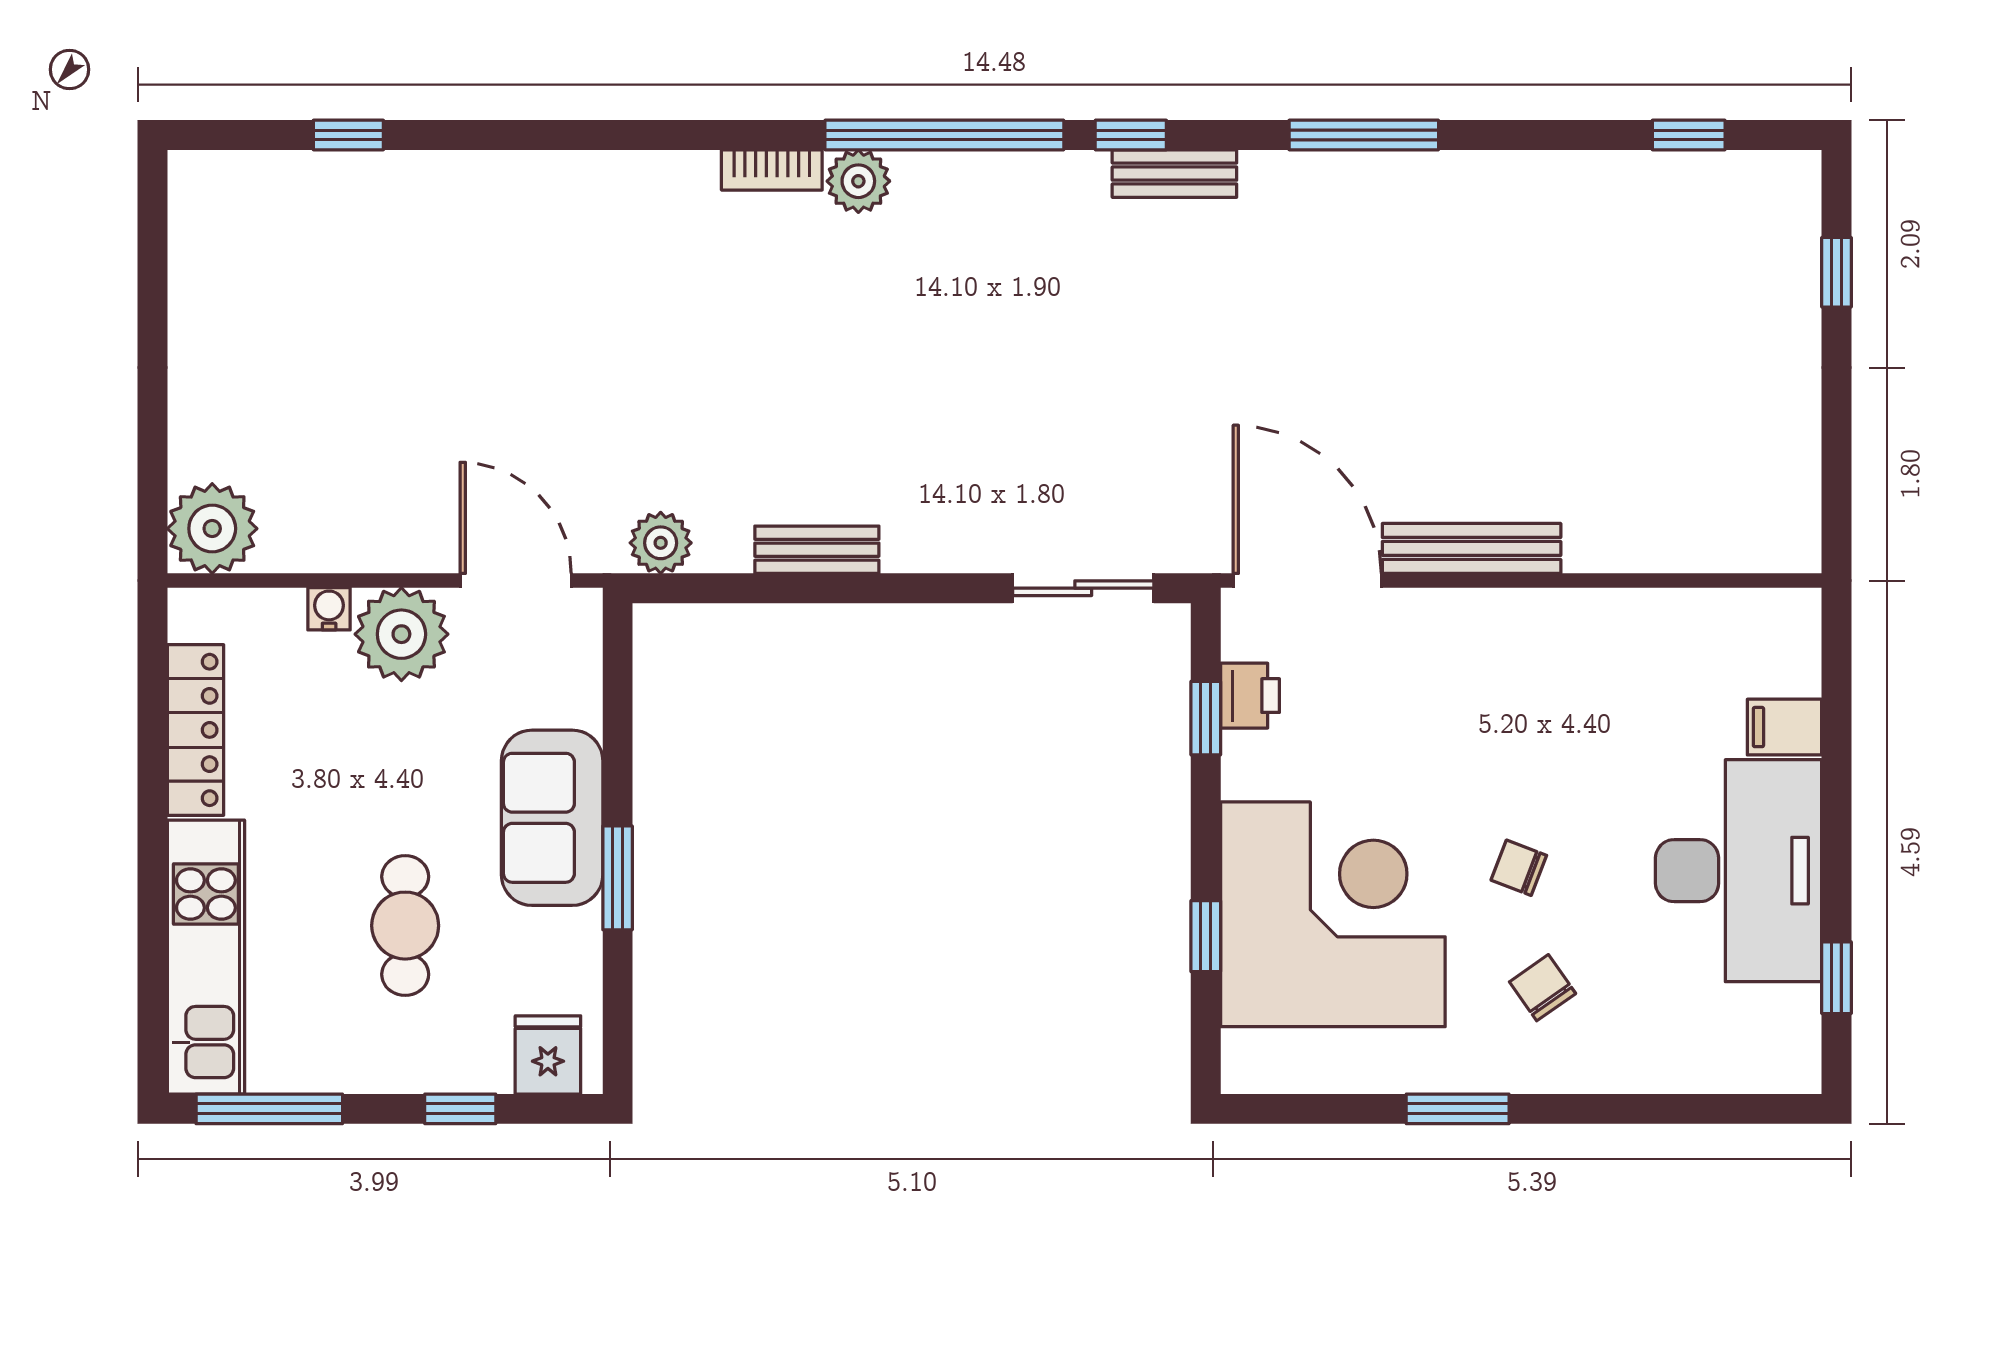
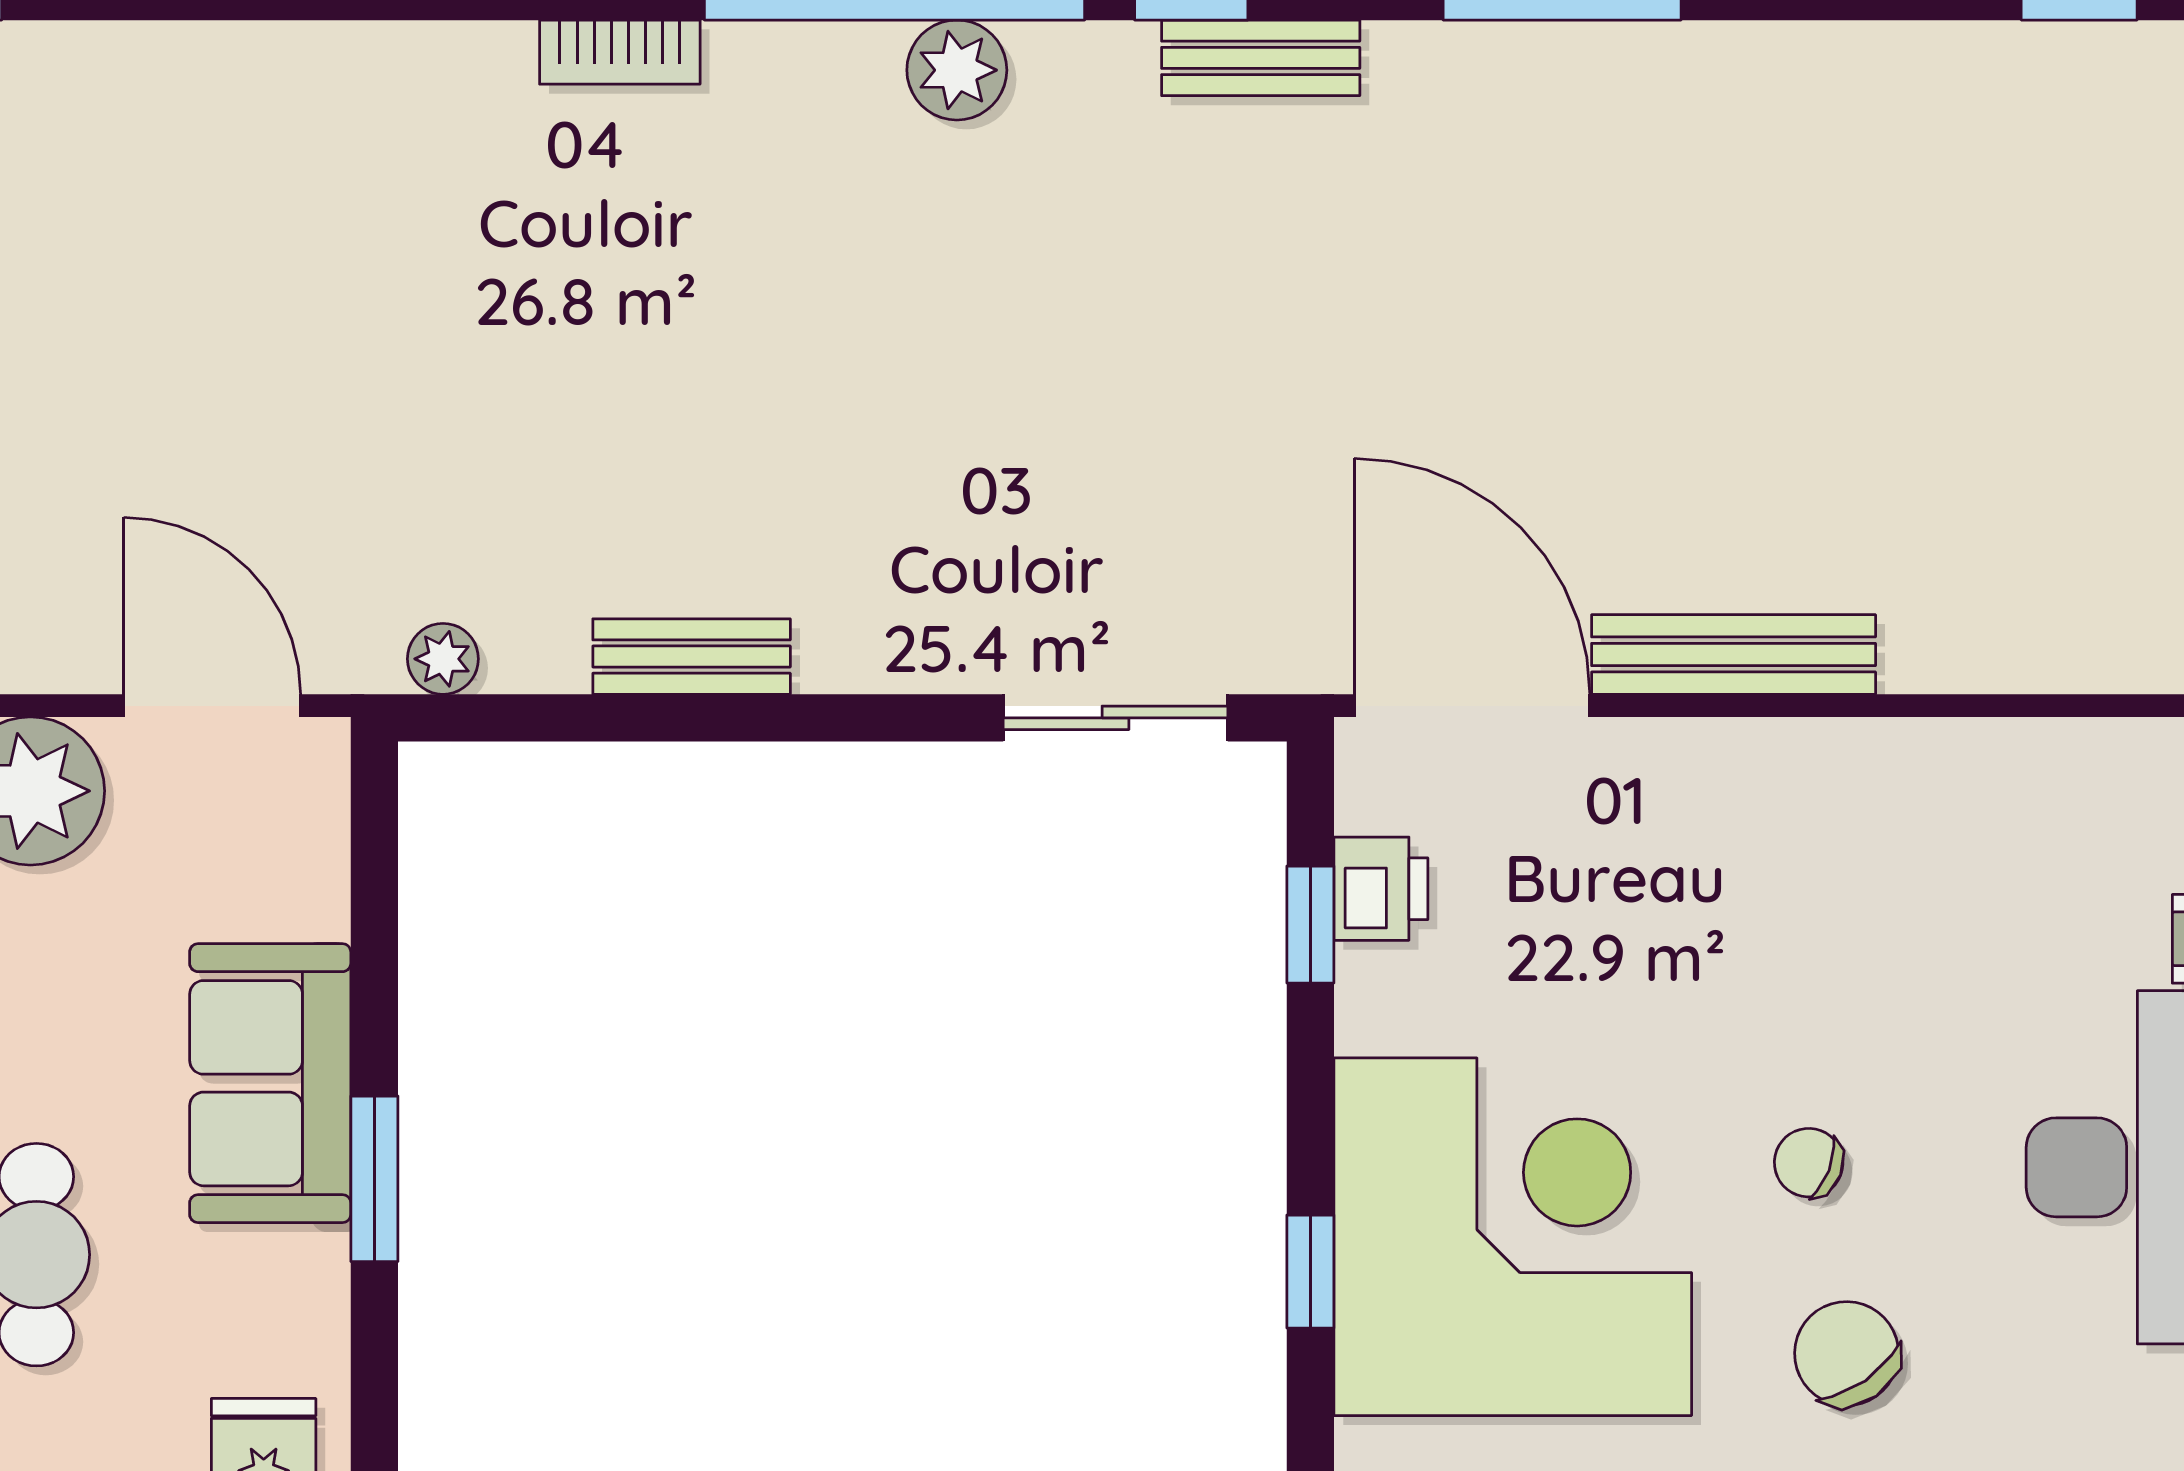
plant: (858, 181) -> (957, 70), moved
plant: (661, 543) -> (443, 659), width x0.73, depth x0.73
chair: (1543, 988) -> (1847, 1354), width x1.37, depth x1.37

